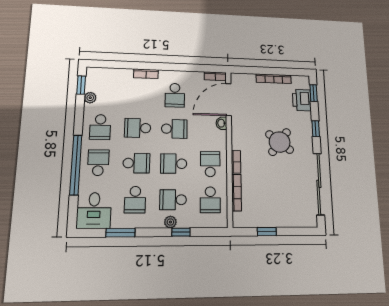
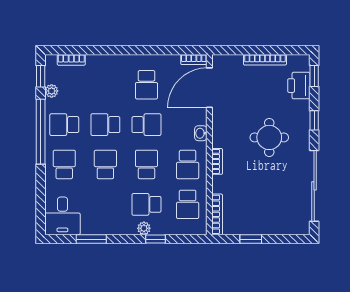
bookcase: (146, 74) -> (71, 60), moved
washbasin: (221, 123) -> (201, 133), moved
school desk: (100, 127) -> (64, 125), turned 90
round table: (280, 142) -> (269, 137), turned -37
school desk: (136, 163) -> (105, 164), turned -90
school desk: (174, 164) -> (146, 164), turned 90
school desk: (210, 164) -> (188, 164), turned 180
window: (76, 165) -> (41, 132), moved
bookcase: (236, 193) -> (217, 214), moved
school desk: (135, 200) -> (105, 204), removed

